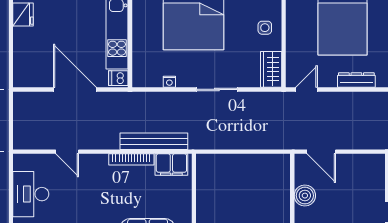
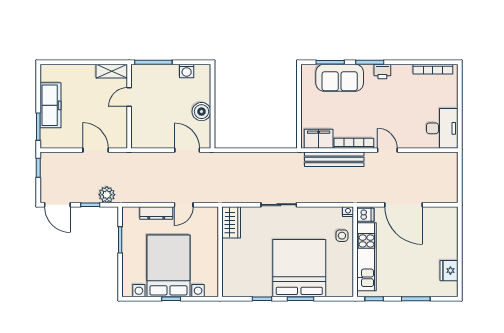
side table: (265, 28) -> (342, 236), moved
nightstand: (169, 82) -> (348, 212), moved
door: (306, 89) -> (184, 205), moved
door: (67, 152) -> (387, 150), moved
desk: (31, 194) -> (442, 128), moved

